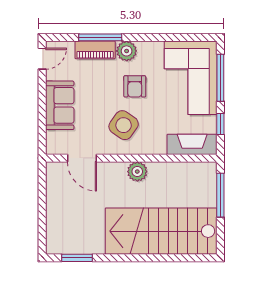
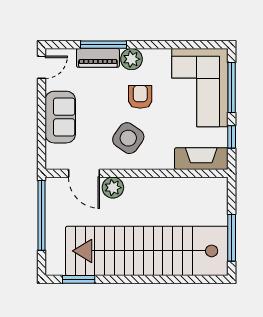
armchair: (135, 86) -> (140, 97), turned 180
plant: (137, 172) -> (113, 188), moved
window: (220, 195) -> (232, 238), moved
window: (42, 198) -> (41, 215), added
stairs: (161, 231) -> (147, 251), width x1.36

